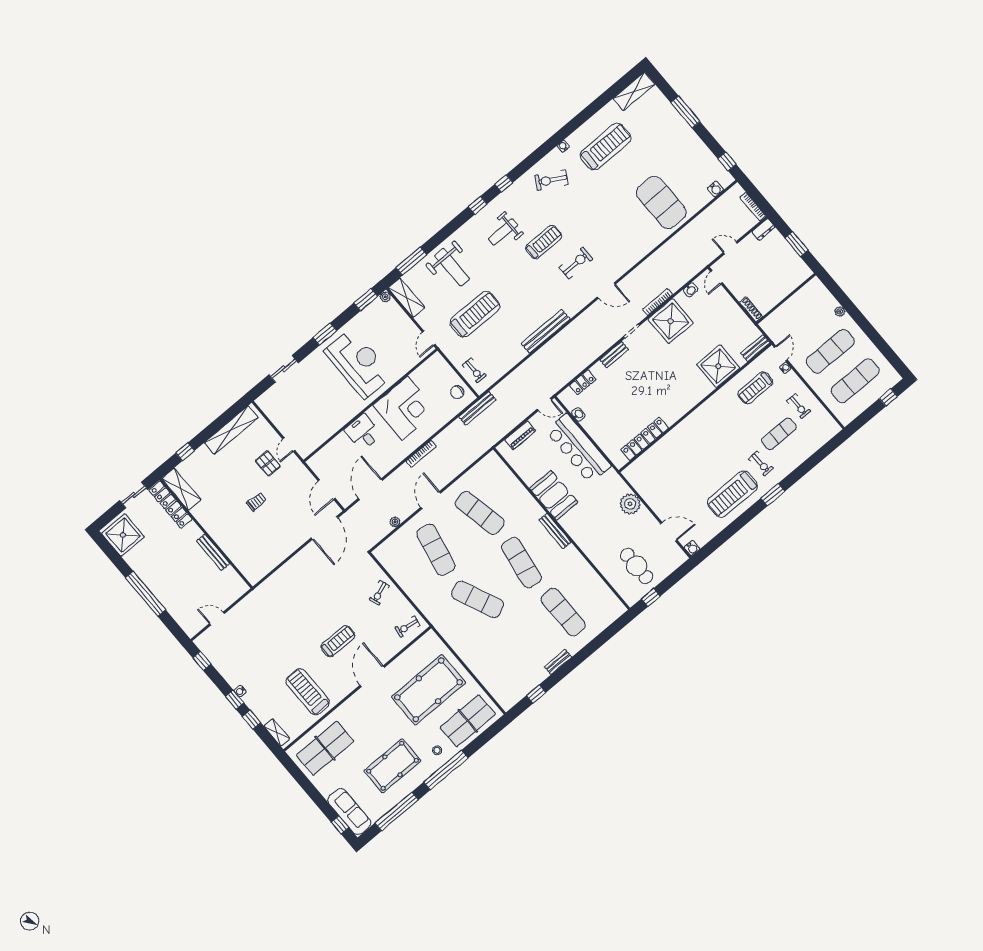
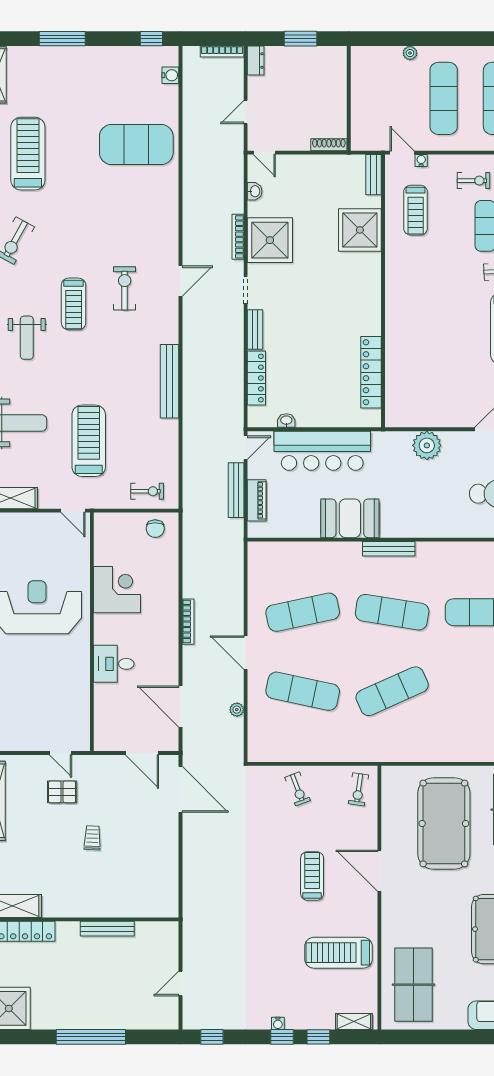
treadmill: (544, 242) -> (74, 304), turned 180
locker: (583, 382) -> (256, 378), width x1.53
corner desk: (405, 408) -> (117, 590), width x0.74, depth x0.74
bench: (477, 408) -> (236, 490), moved

